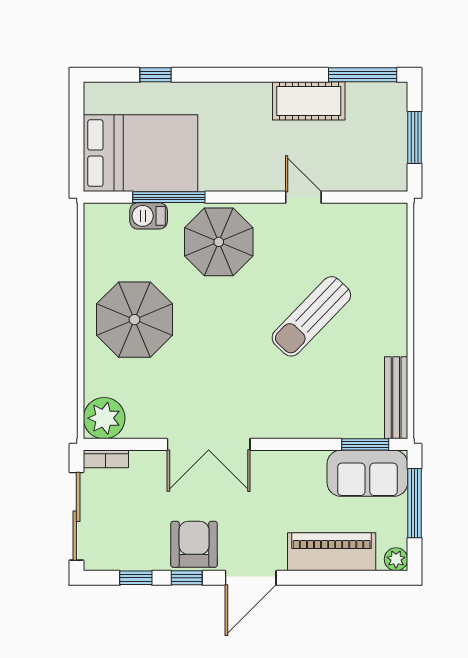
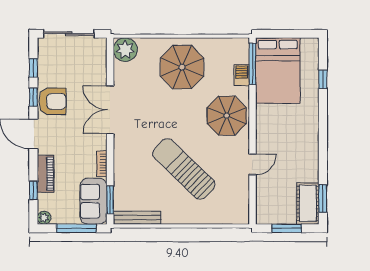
window: (363, 75) -> (323, 198), width x0.69
cot: (309, 101) -> (308, 204), moved
window: (169, 197) -> (252, 64), moved
sun lounger: (311, 316) -> (184, 169), width x1.36, depth x1.34
bookcase: (106, 459) -> (102, 164), moved
piano: (332, 552) -> (46, 174), width x0.73, depth x0.75
window: (349, 578) -> (33, 191), added

